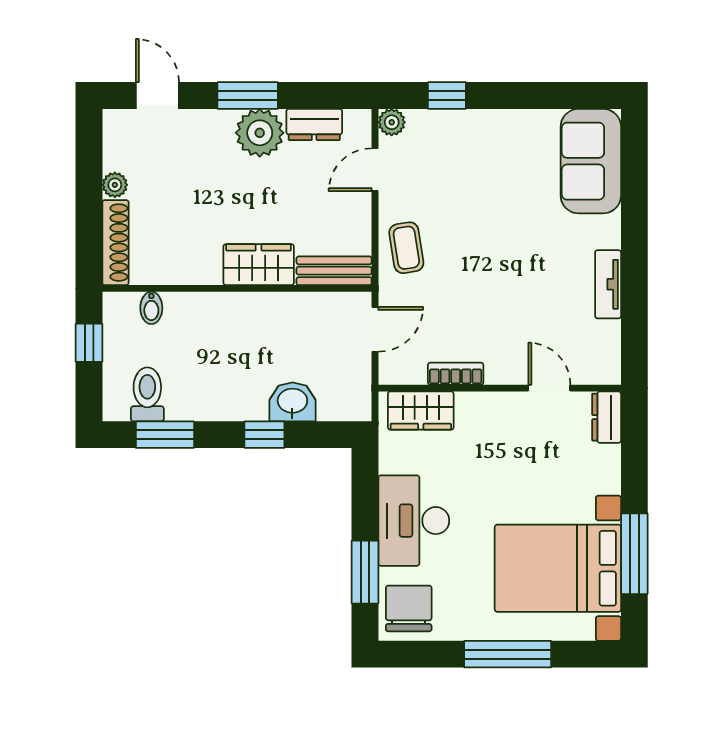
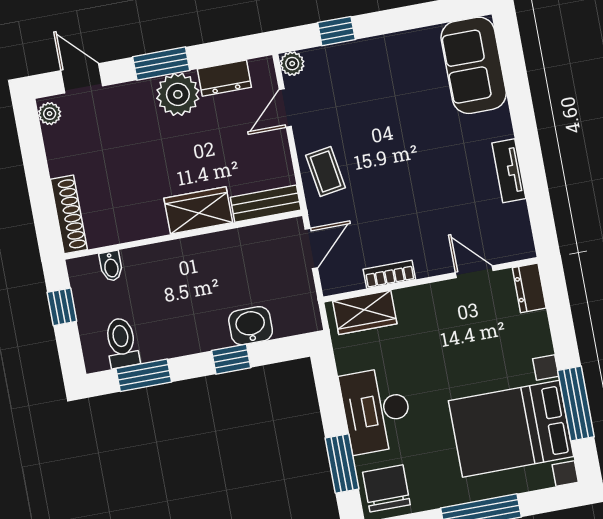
plant: (115, 185) -> (50, 114), moved

